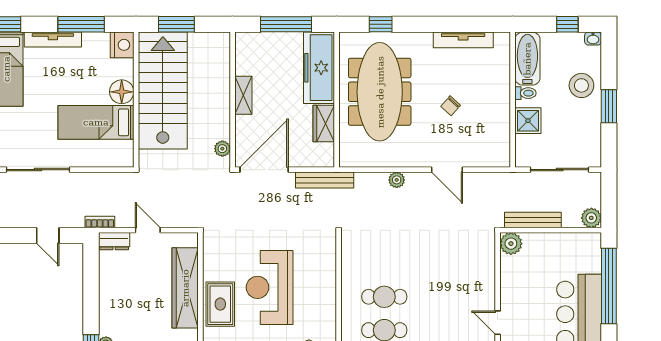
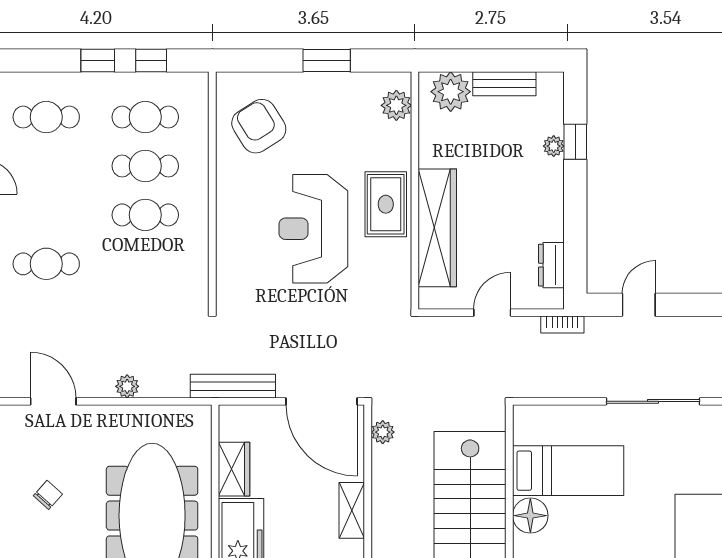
door: (264, 170) -> (322, 401), hinge flipped
door: (148, 230) -> (492, 313), swing flipped
door: (48, 235) -> (639, 305), hinge flipped
dresser: (114, 241) -> (551, 265), moved, turned -90
cafe table: (452, 263) -> (46, 264), added
reception desk: (270, 287) -> (313, 229), turned 180

